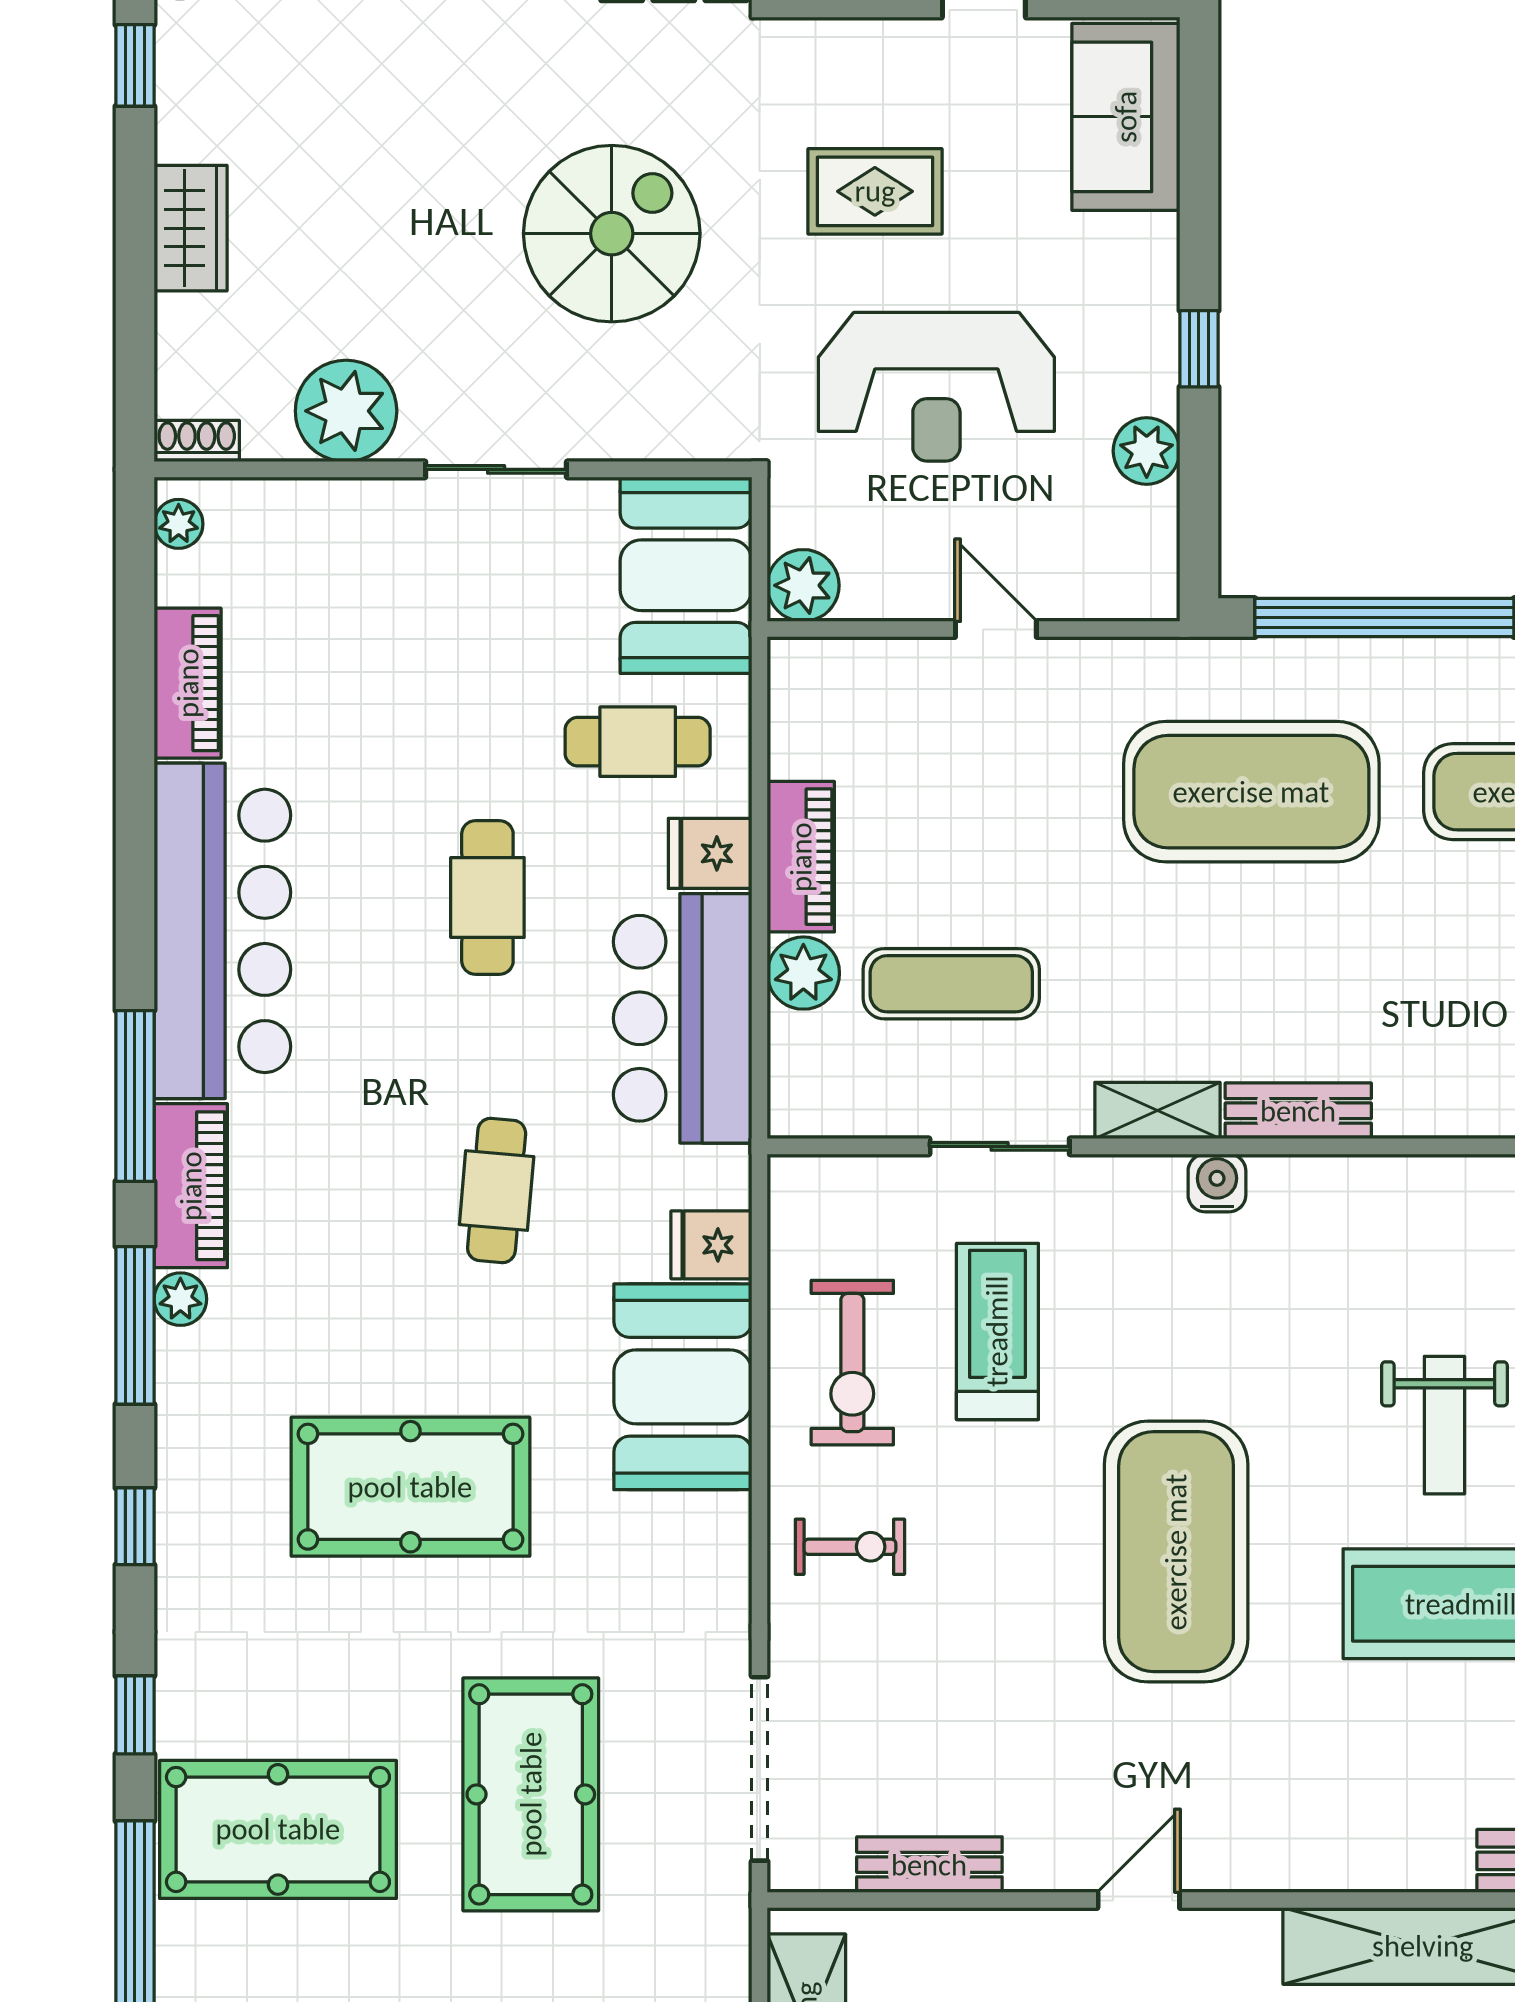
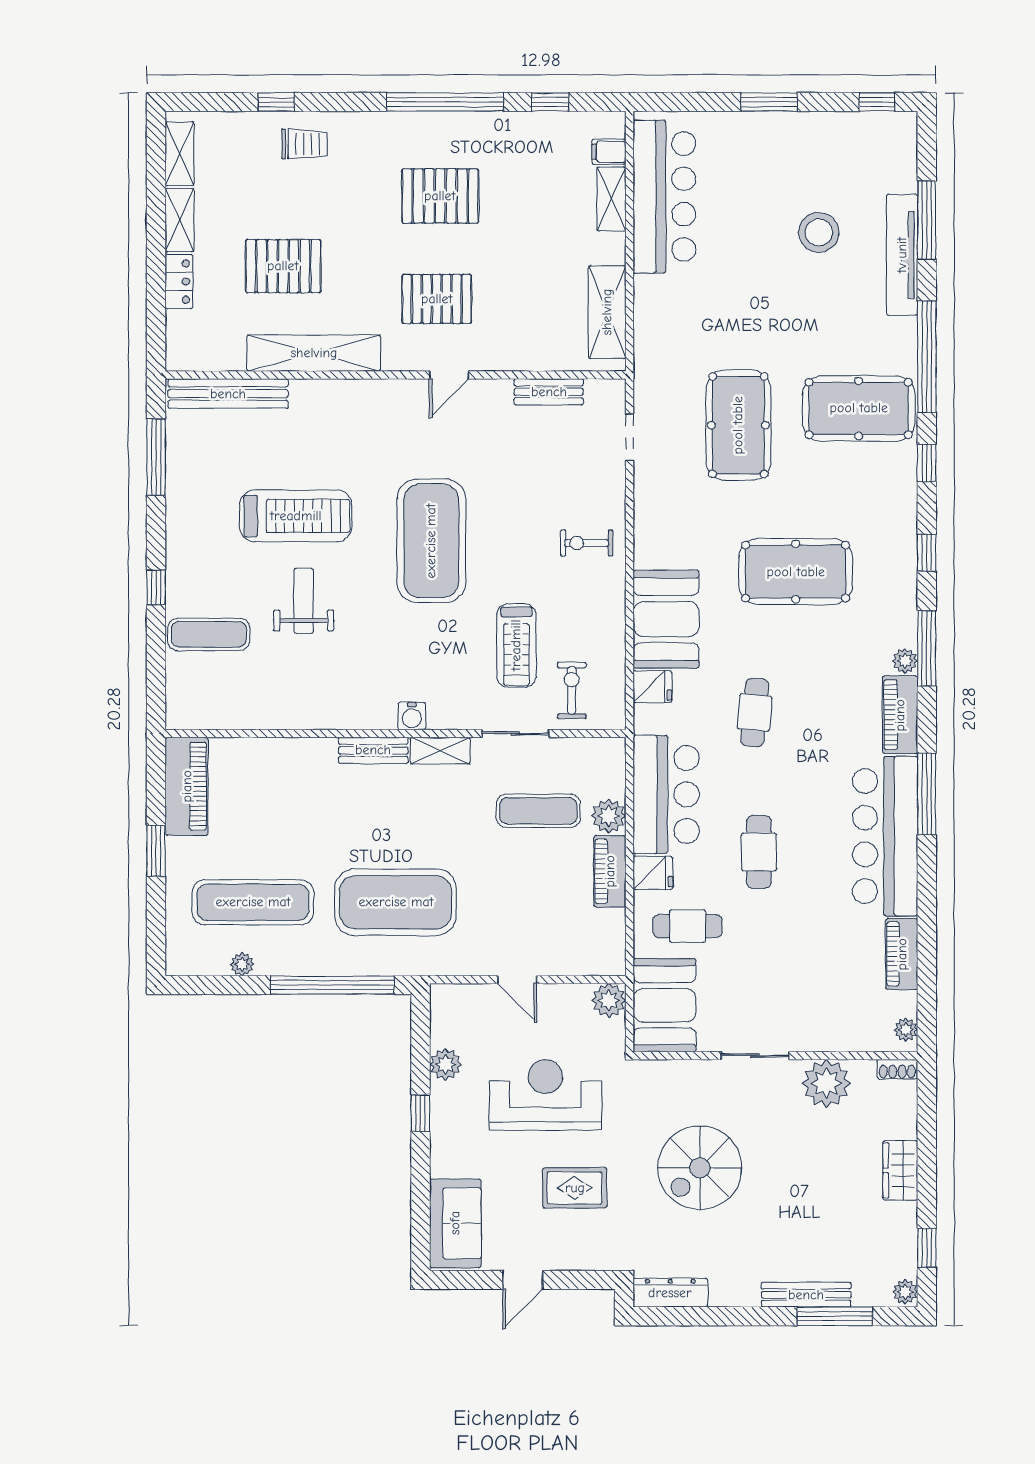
window: (135, 1096) -> (927, 794), moved
exercise bike: (852, 1363) -> (572, 690), moved, width x0.73, depth x0.72
doorway: (760, 1769) -> (630, 437), width x0.53

